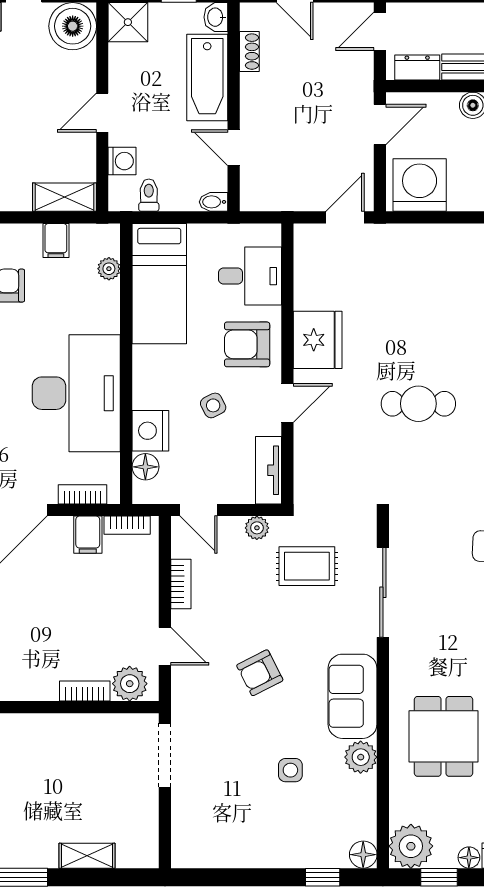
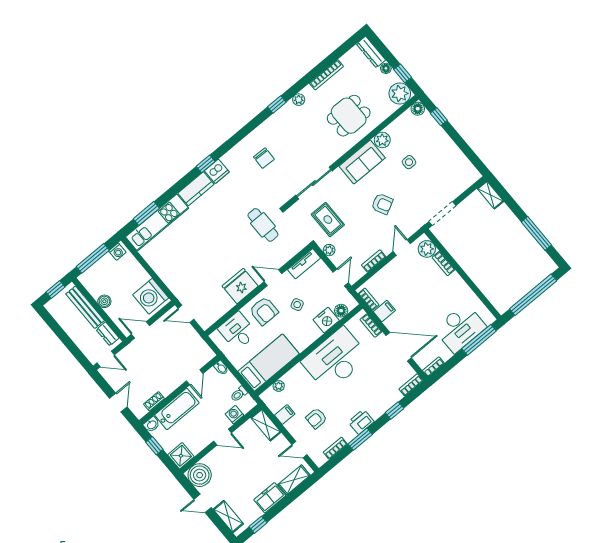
cafe table: (418, 404) -> (263, 225), moved
shelving: (87, 856) -> (490, 195), moved

